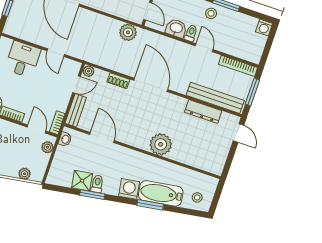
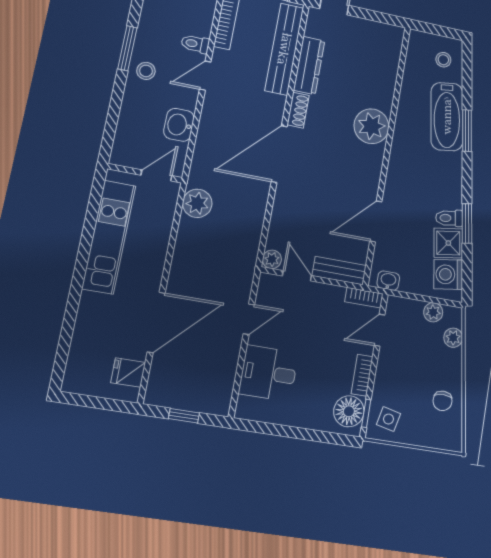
toilet: (191, 33) -> (195, 44), moved
shoe rack: (118, 81) -> (298, 110), moved
plant: (47, 147) -> (433, 312), moved
washing machine: (129, 189) -> (448, 274), moved

